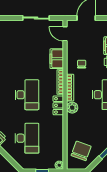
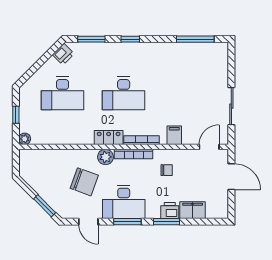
filing cabinet: (57, 59) -> (174, 135), width x0.50
chair: (81, 151) -> (84, 182), moved

